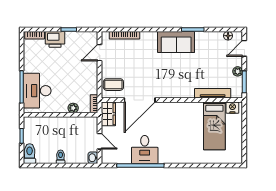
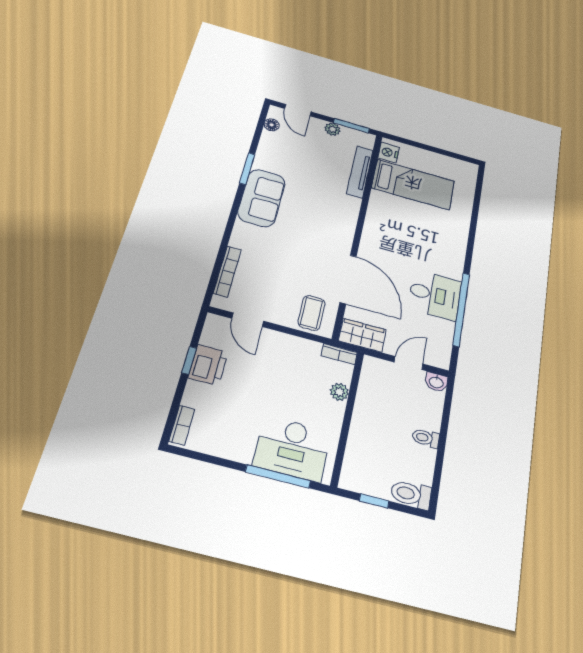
printer: (55, 39) -> (208, 365), moved

